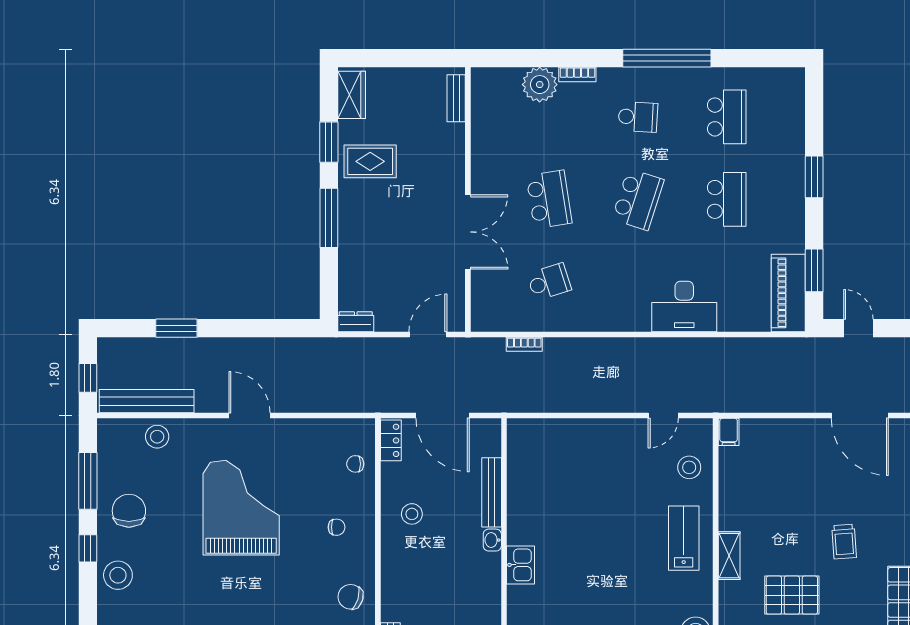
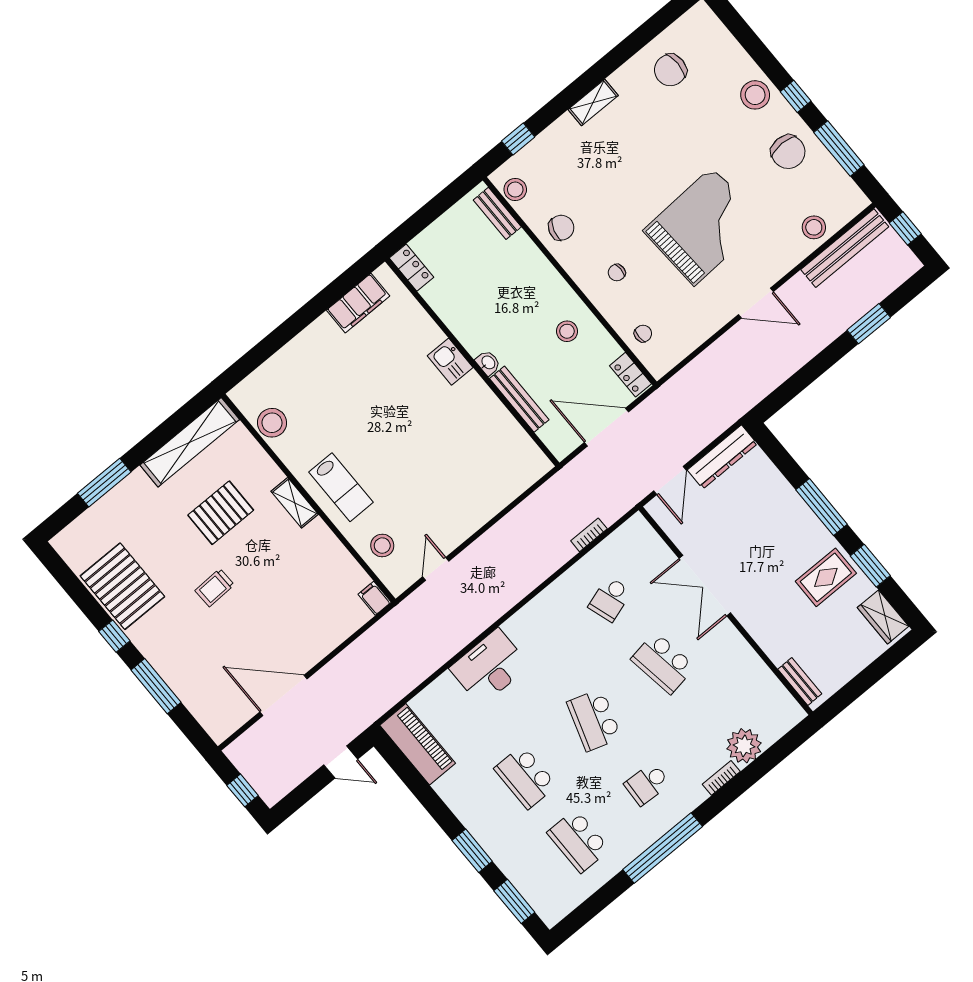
window: (814, 270) -> (514, 901), moved
dresser: (356, 322) -> (722, 457), width x1.96, depth x1.24
grand piano: (241, 508) -> (703, 226), turned -93
trolley: (844, 542) -> (215, 588), turned -88

